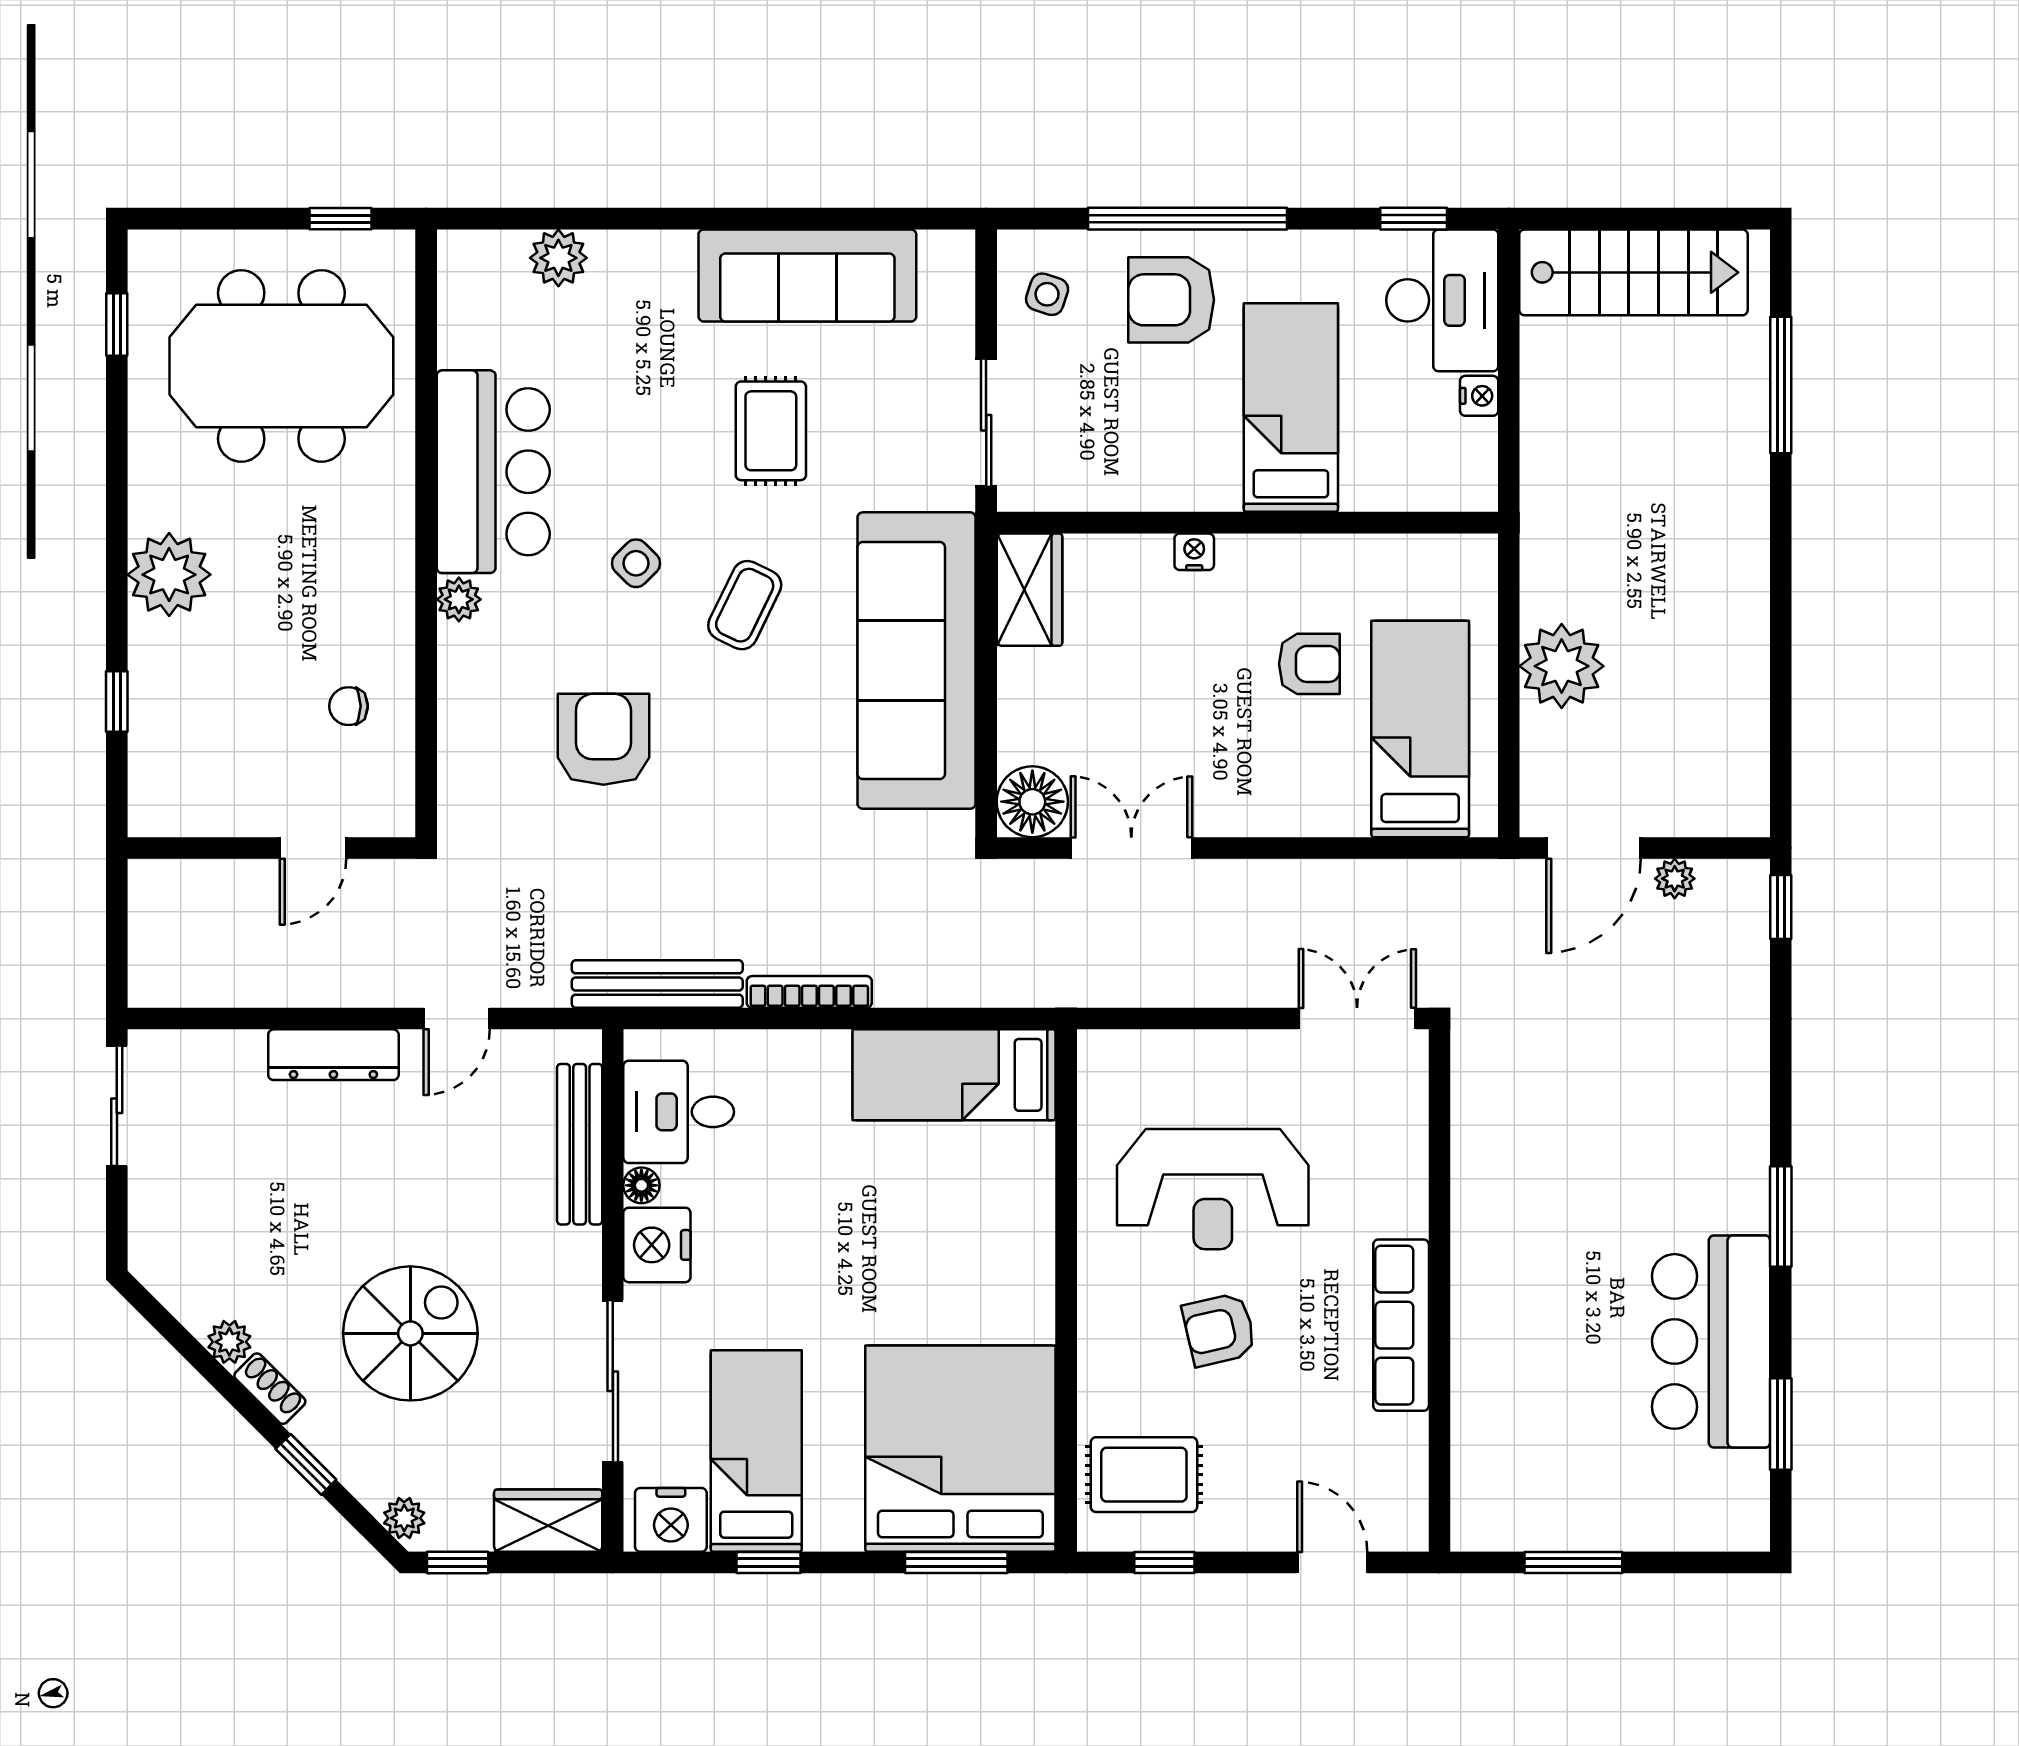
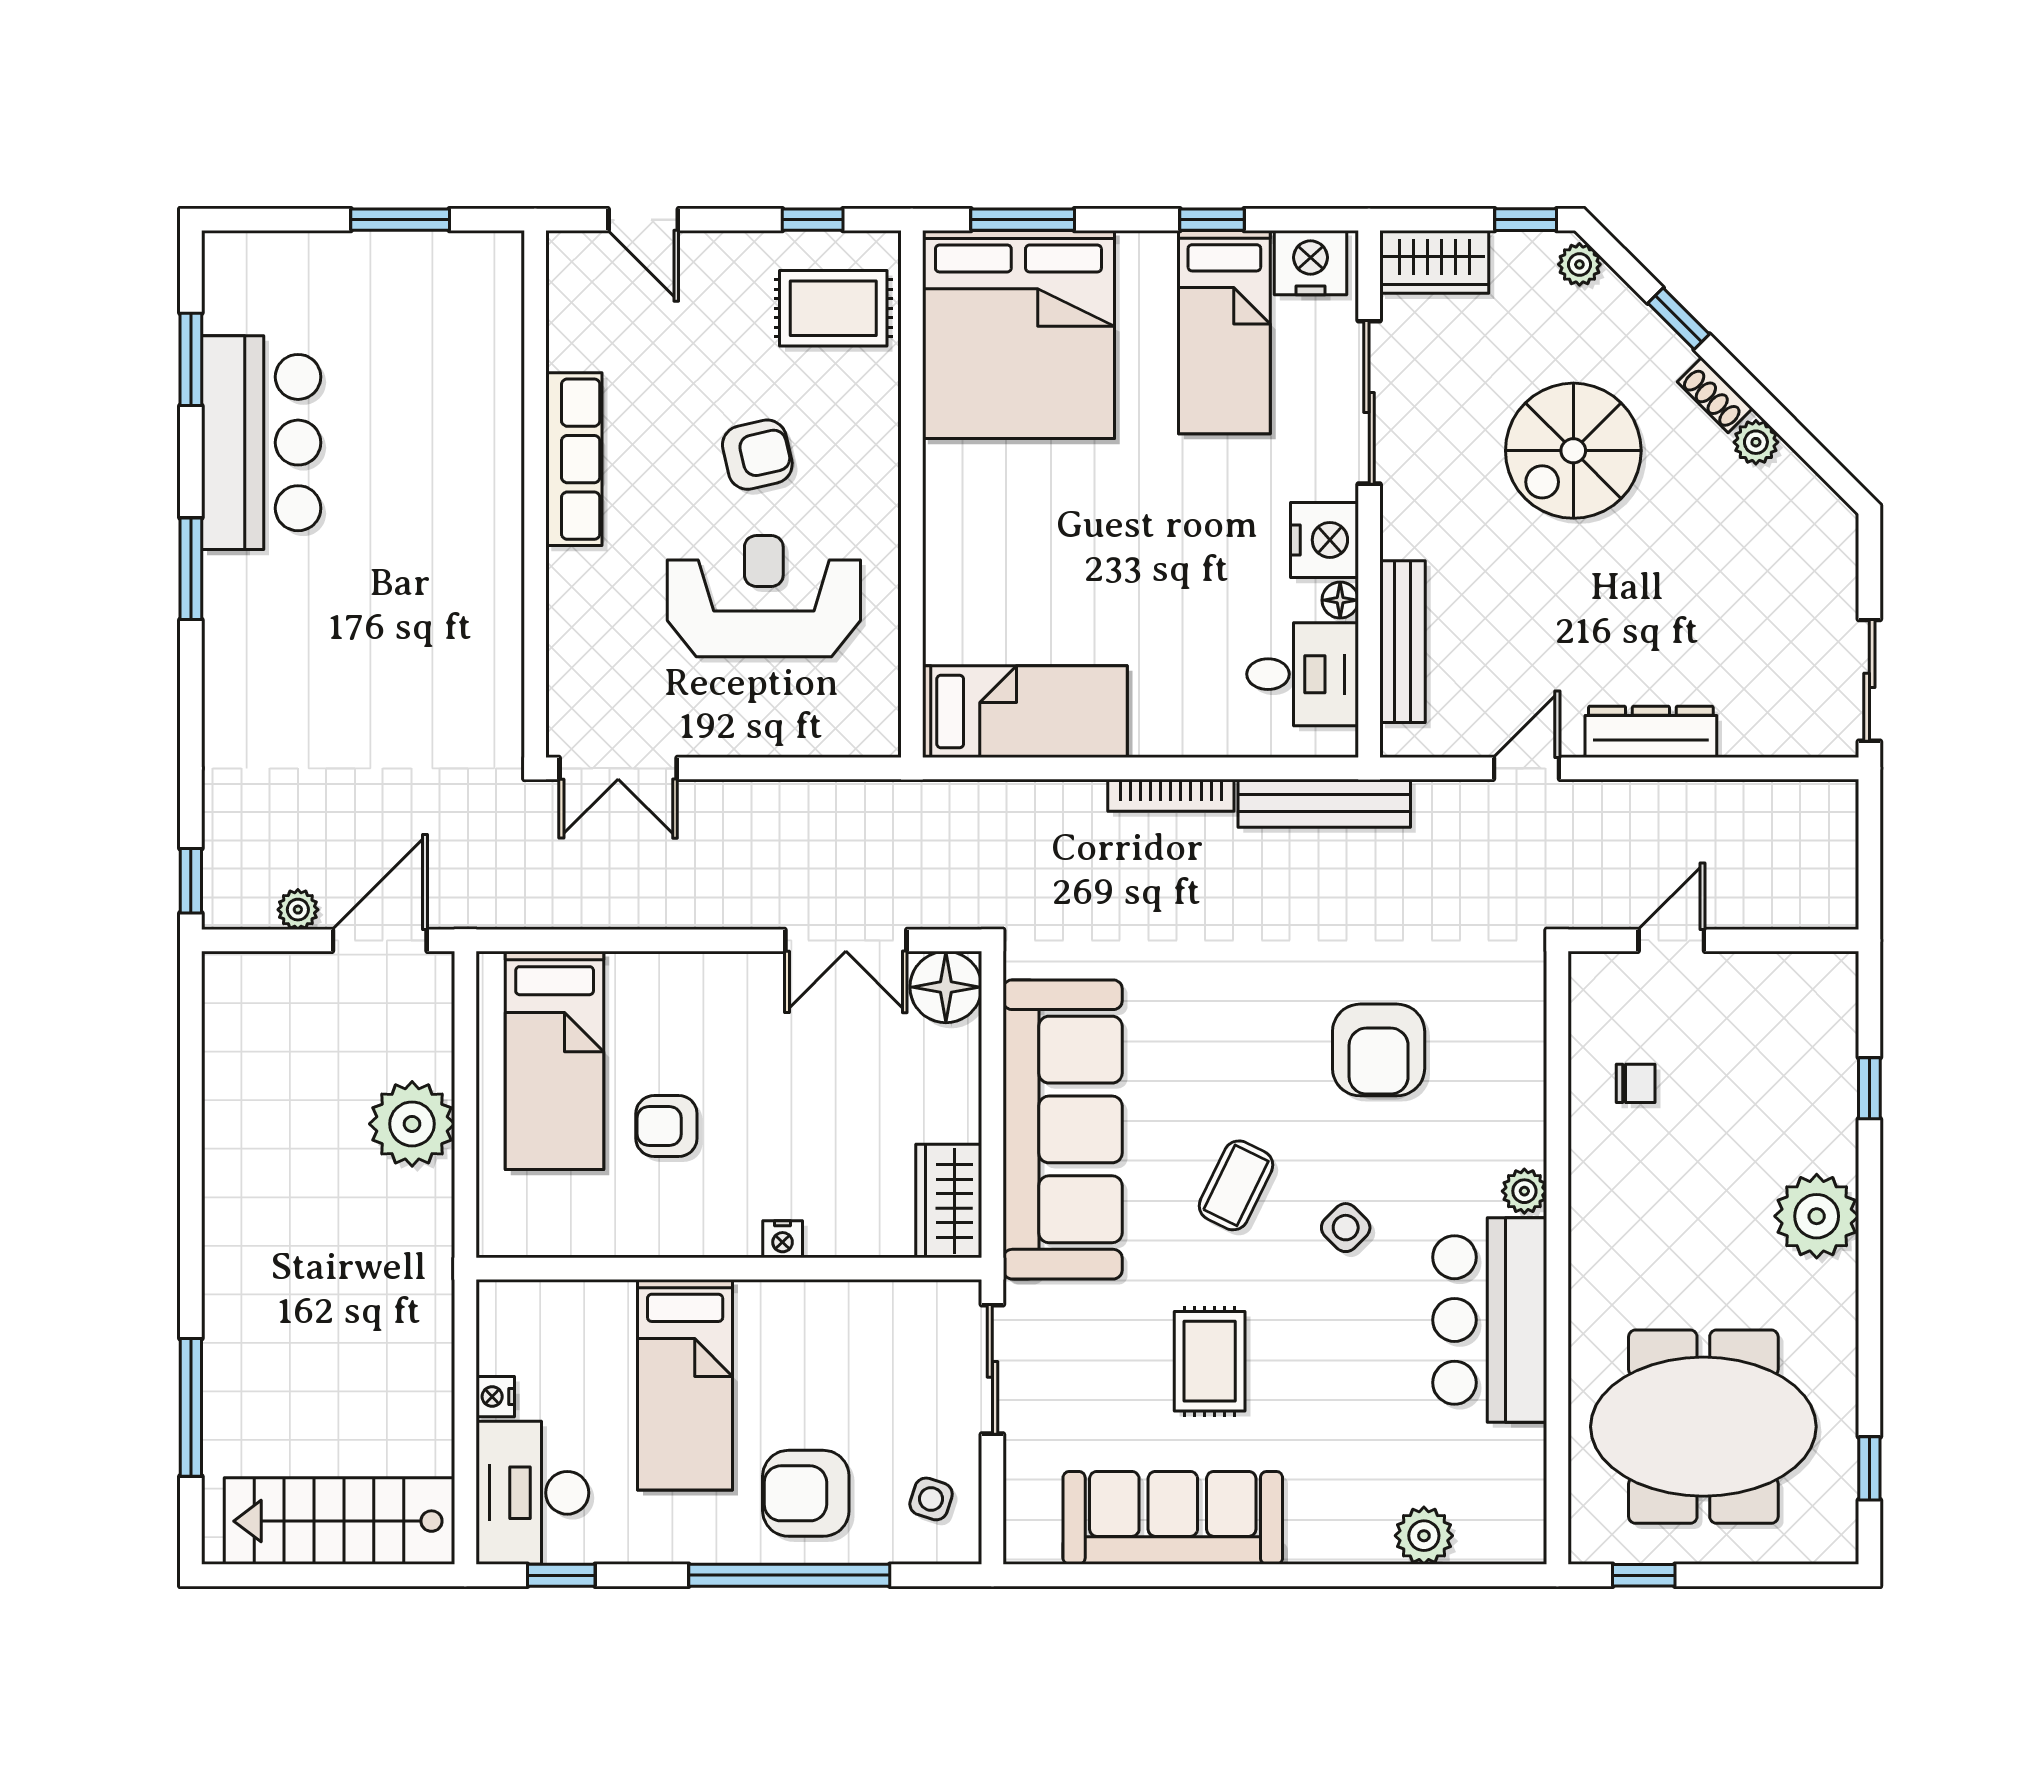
armchair: (1171, 300) -> (806, 1493), turned 180

